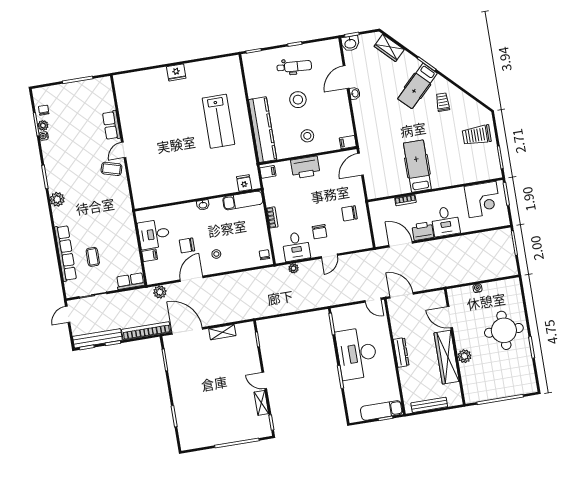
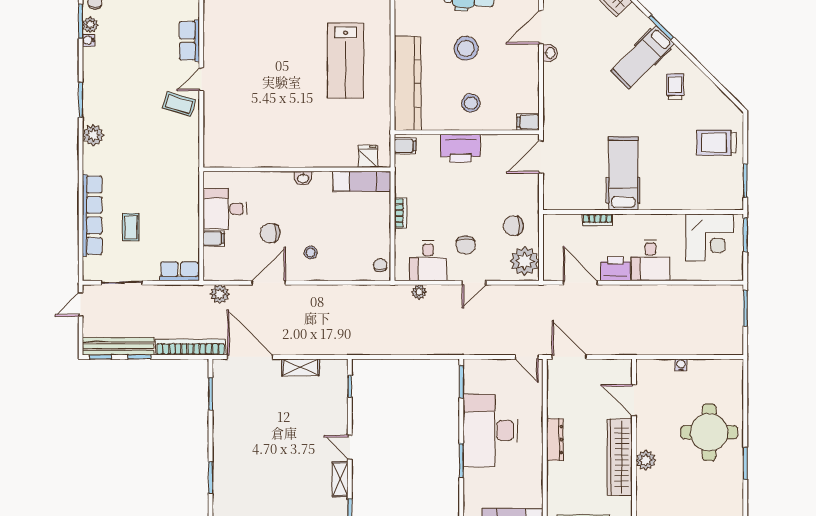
plant: (361, 236) -> (525, 261), added

